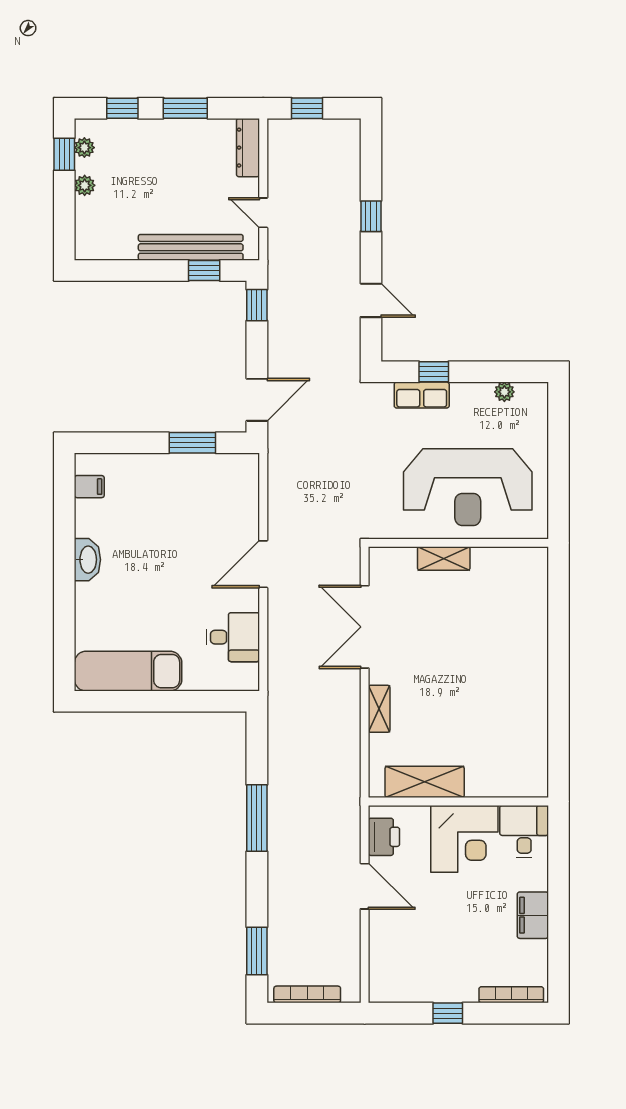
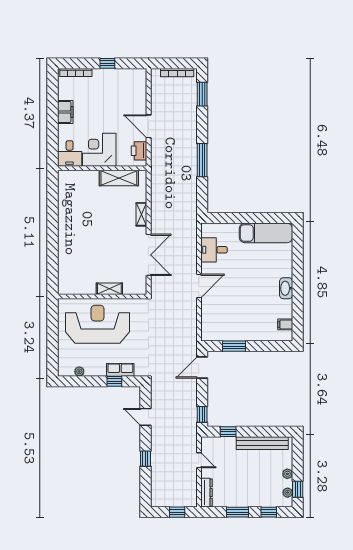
bench: (191, 247) -> (262, 443), moved

